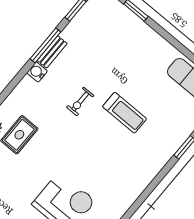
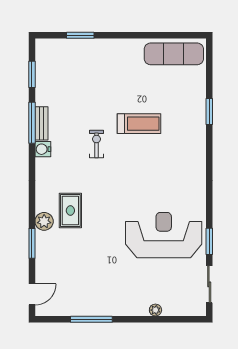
exercise bike: (80, 101) -> (96, 144), turned 180

